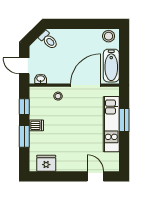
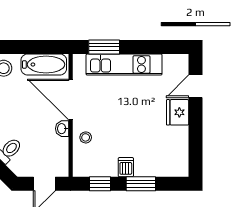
washbasin: (41, 79) -> (62, 129), moved
window: (124, 120) -> (104, 47), moved
fridge: (46, 163) -> (178, 112), moved

